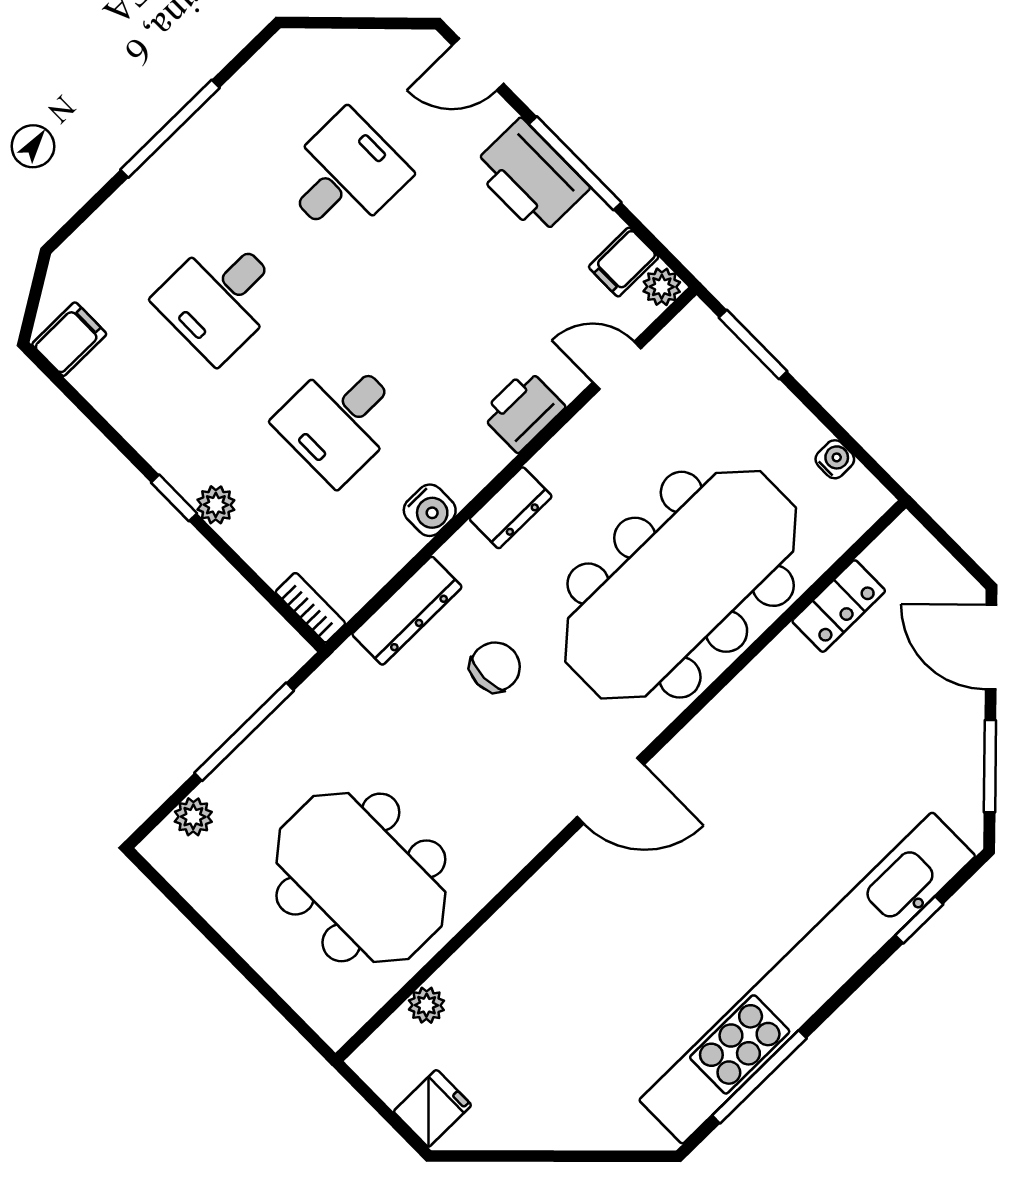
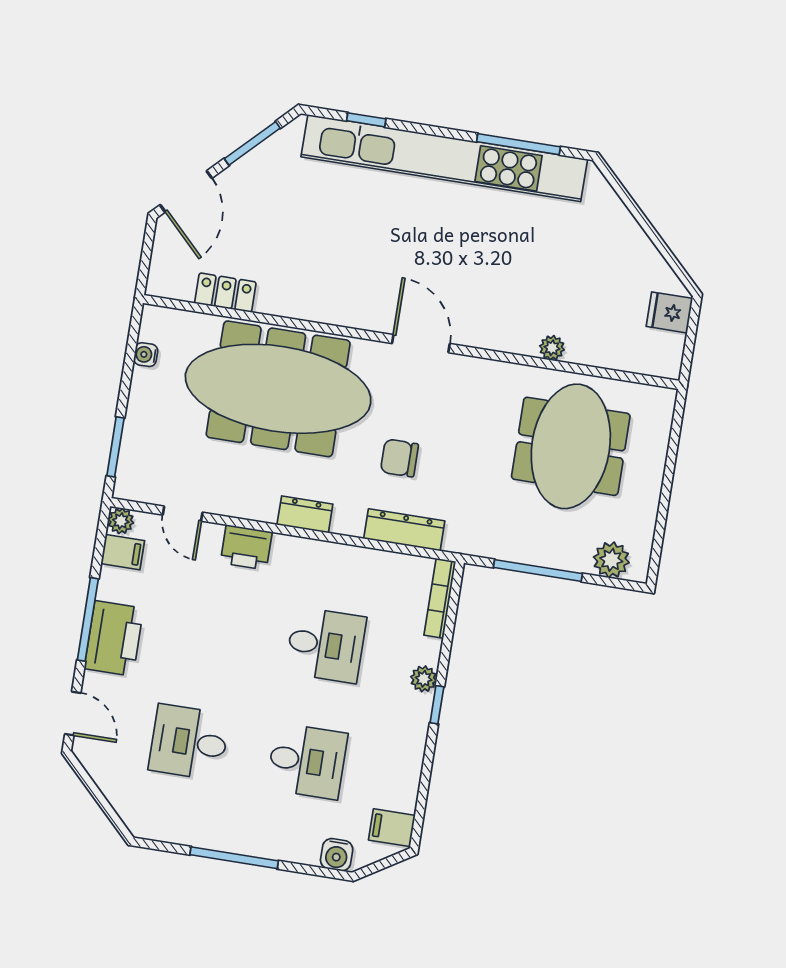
water cooler: (430, 510) -> (337, 855), moved, turned 180
bookcase: (310, 608) -> (440, 598), width x1.56
plant: (193, 817) -> (611, 560), width x1.38, depth x1.38
plant: (426, 1005) -> (552, 348), moved

